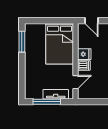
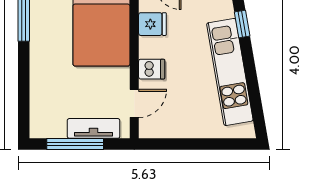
fridge: (84, 54) -> (152, 24), moved

